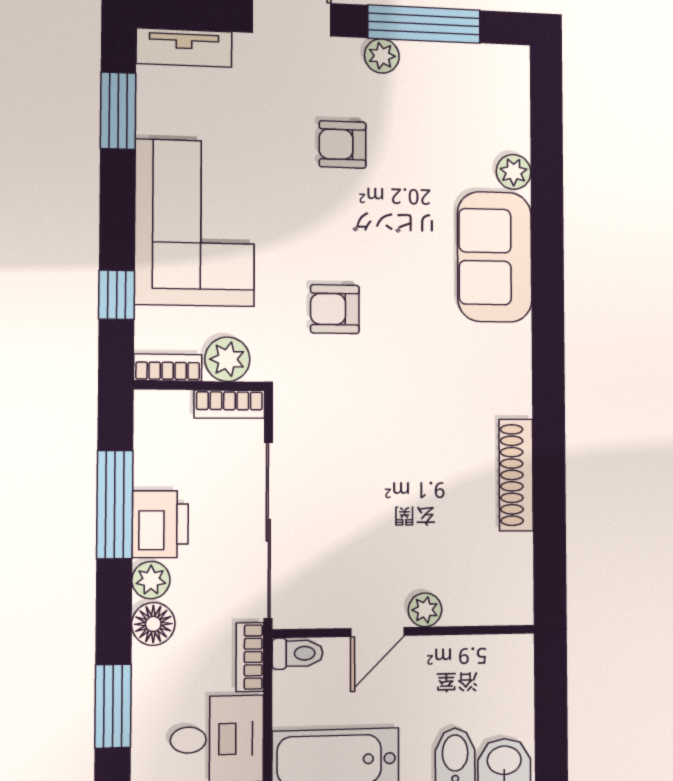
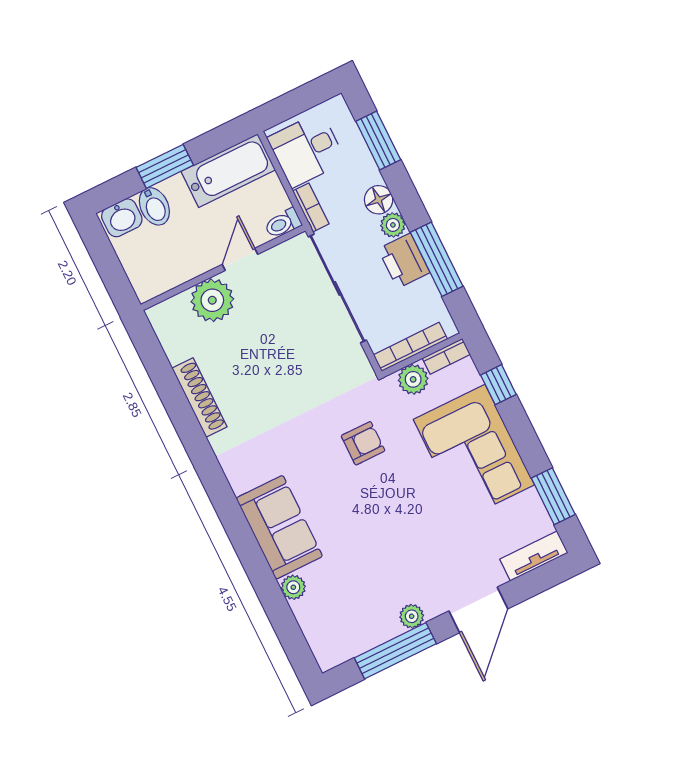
armchair: (343, 144) -> (409, 548), removed
bookcase: (229, 404) -> (410, 347), width x1.56
plant: (425, 610) -> (212, 300), width x1.87, depth x1.87

